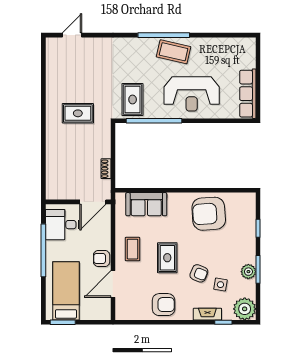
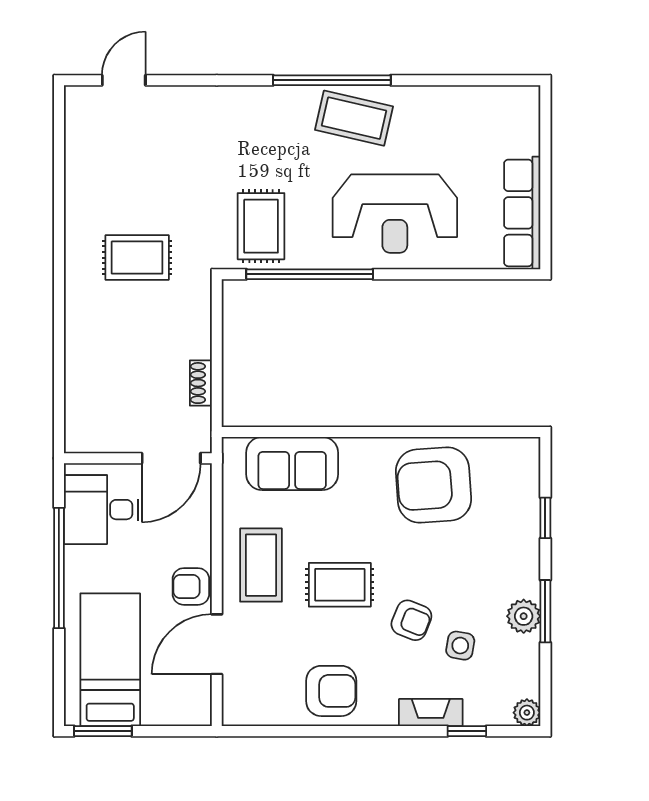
coffee table: (133, 249) -> (261, 565), width x1.36, depth x1.30
rug: (167, 258) -> (340, 585), turned 90
plant: (245, 309) -> (527, 713), width x0.53, depth x0.53

